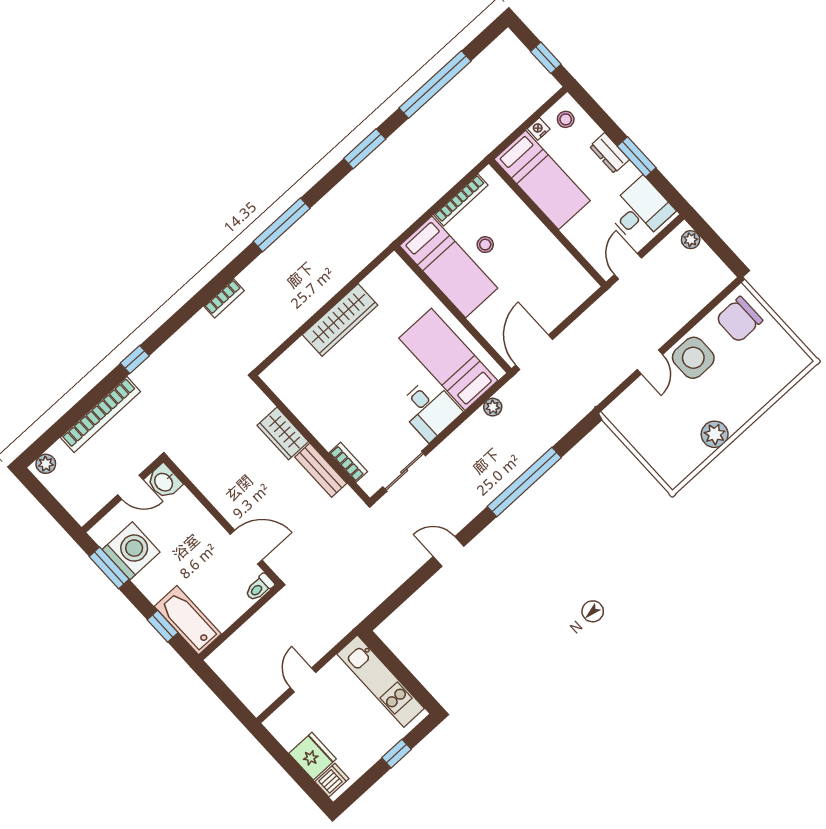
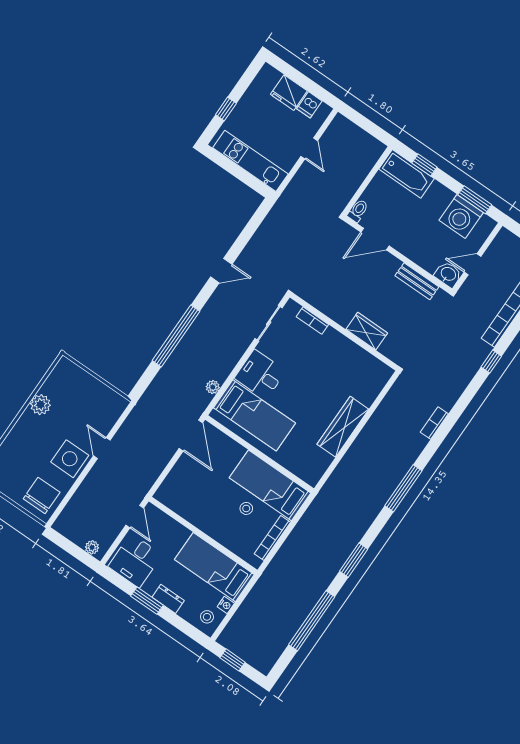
bench: (321, 470) -> (417, 281), moved
dishwasher: (332, 780) -> (309, 105), moved

